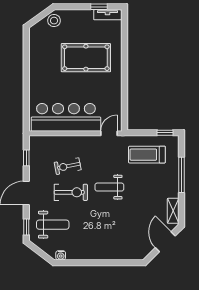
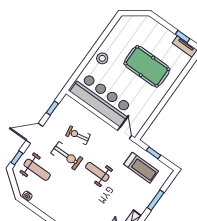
stool: (54, 21) -> (102, 58), moved
door: (109, 133) -> (125, 133), hinge flipped
window: (165, 133) -> (154, 153), moved
treadmill: (147, 155) -> (141, 168), turned 180
window: (181, 175) -> (156, 200), width x0.69

